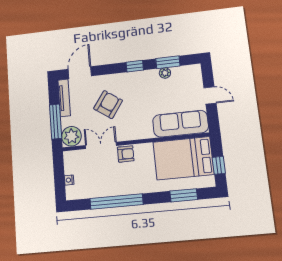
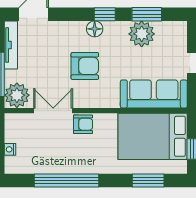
plant: (165, 73) -> (142, 34), width x1.88, depth x1.88
floor lamp: (128, 78) -> (95, 29), added
armchair: (108, 105) -> (85, 66), moved, turned 55

